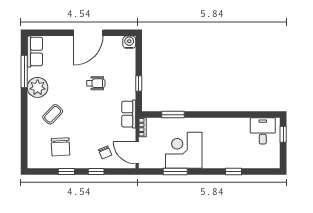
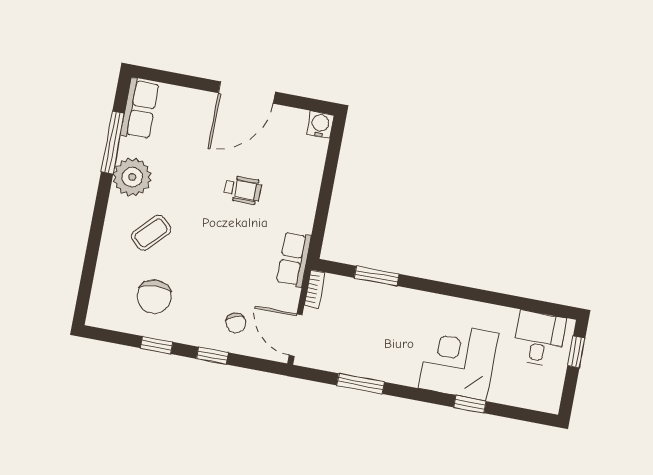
window: (139, 84) -> (323, 206), removed
corner desk: (184, 150) -> (458, 361), moved

